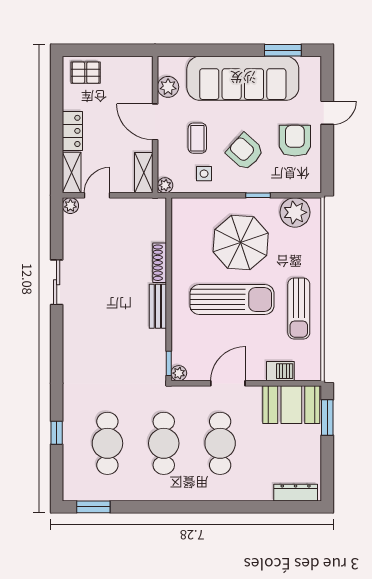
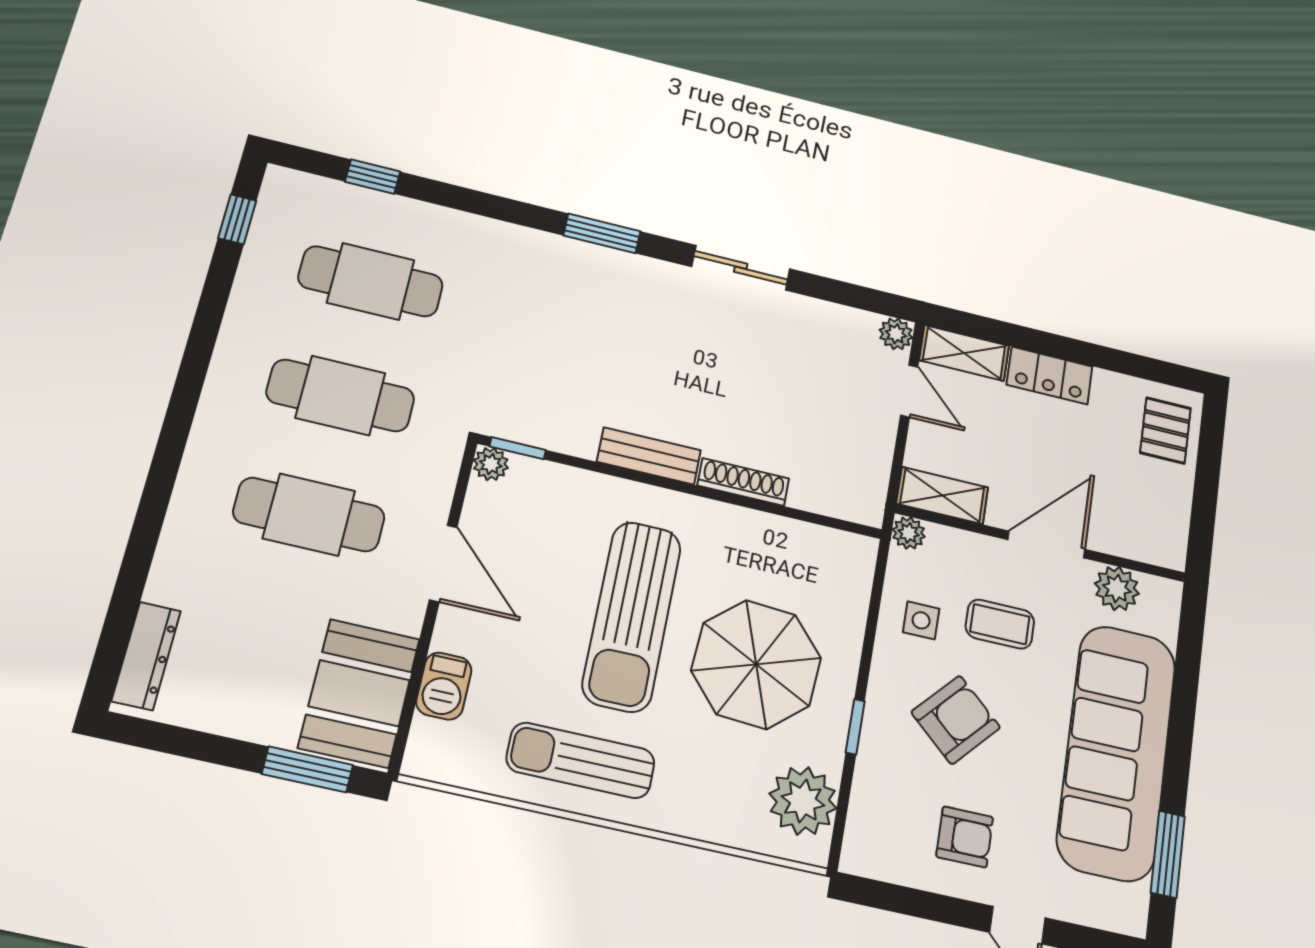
armchair: (295, 141) -> (965, 837), width x0.72, depth x0.72
window: (57, 348) -> (602, 233), added
window: (57, 433) -> (373, 177), moved
window: (93, 507) -> (237, 219), width x0.67

